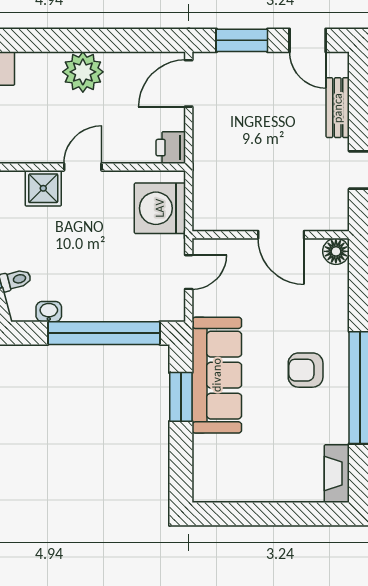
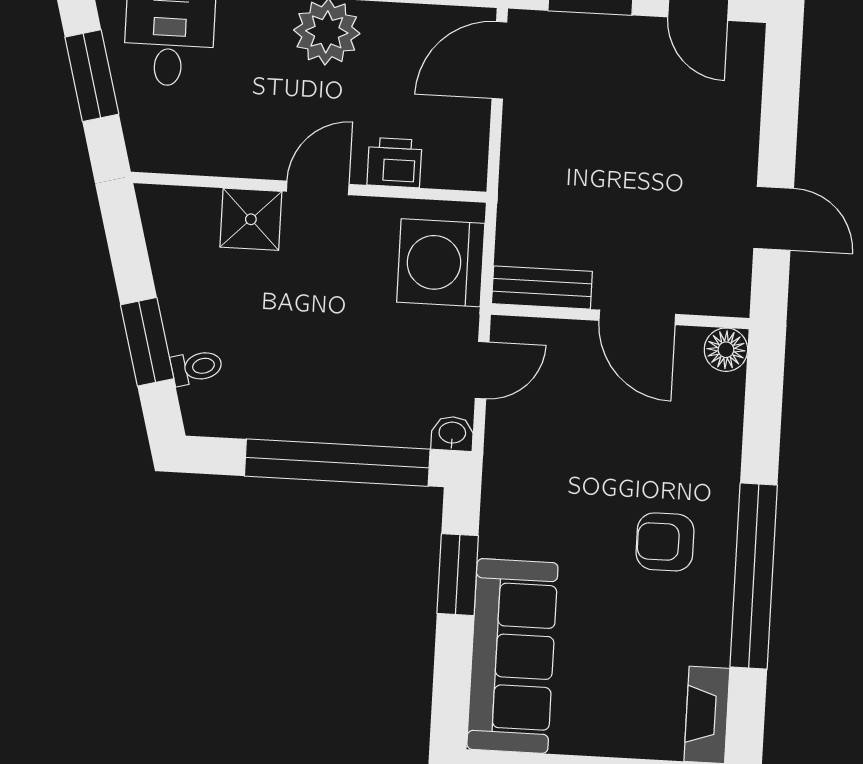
bench: (338, 108) -> (542, 288), moved, turned 90
printer: (171, 148) -> (394, 163), moved, turned 90
washbasin: (49, 312) -> (452, 434), moved
sofa: (217, 375) -> (512, 656), moved

